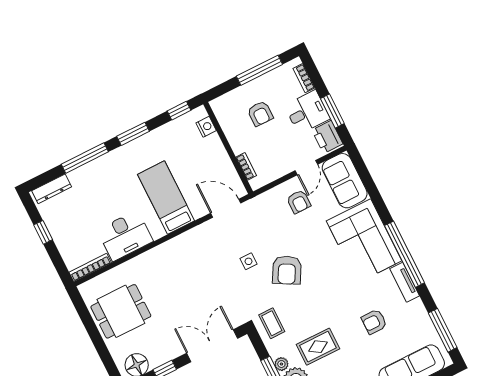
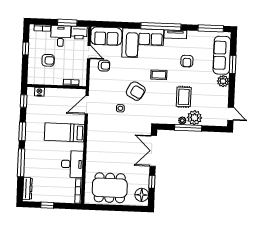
window: (259, 70) -> (26, 48), width x0.46
dining table: (121, 311) -> (110, 188), width x1.38
coffee table: (272, 323) -> (159, 75), moved

